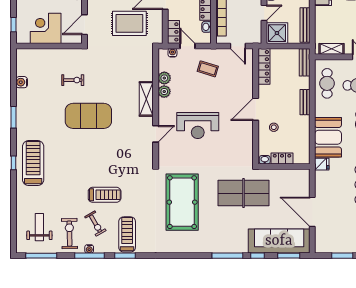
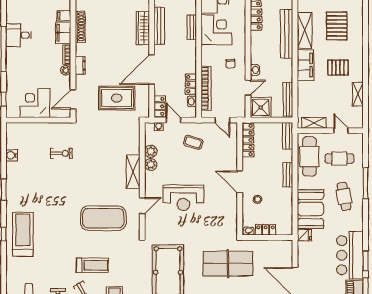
cafe table: (327, 83) -> (309, 157), width x1.37, depth x1.35
door: (256, 109) -> (240, 182), hinge flipped
exercise mat: (88, 116) -> (103, 218), moved

